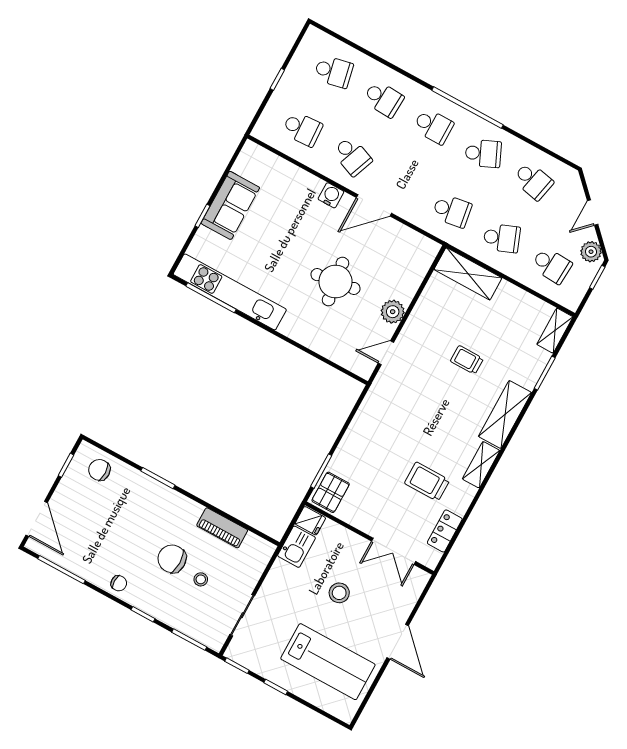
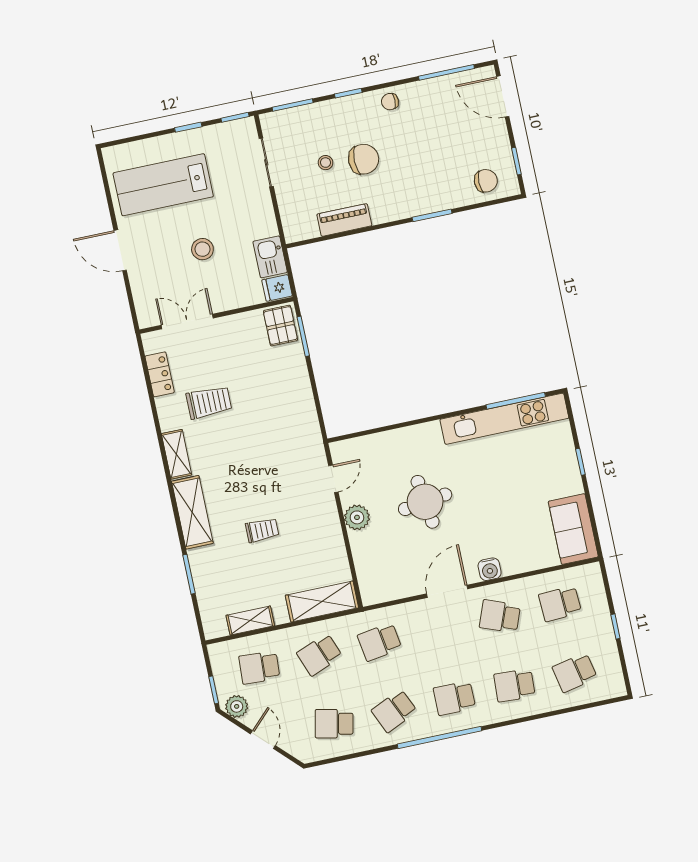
sofa: (230, 205) -> (573, 529), moved
shelving: (555, 331) -> (250, 621), moved, turned 90

